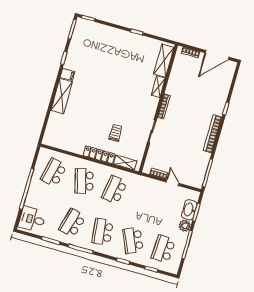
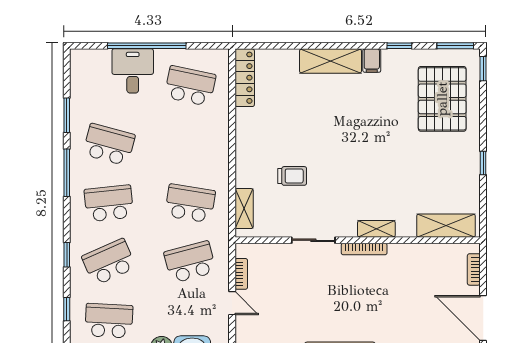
pallet: (98, 44) -> (442, 99), added
shelving: (158, 87) -> (376, 229), moved
locker: (99, 155) -> (245, 78), moved
school desk: (84, 181) -> (190, 262), moved
door: (172, 183) -> (232, 303), hinge flipped
desk: (32, 219) -> (133, 71), moved

